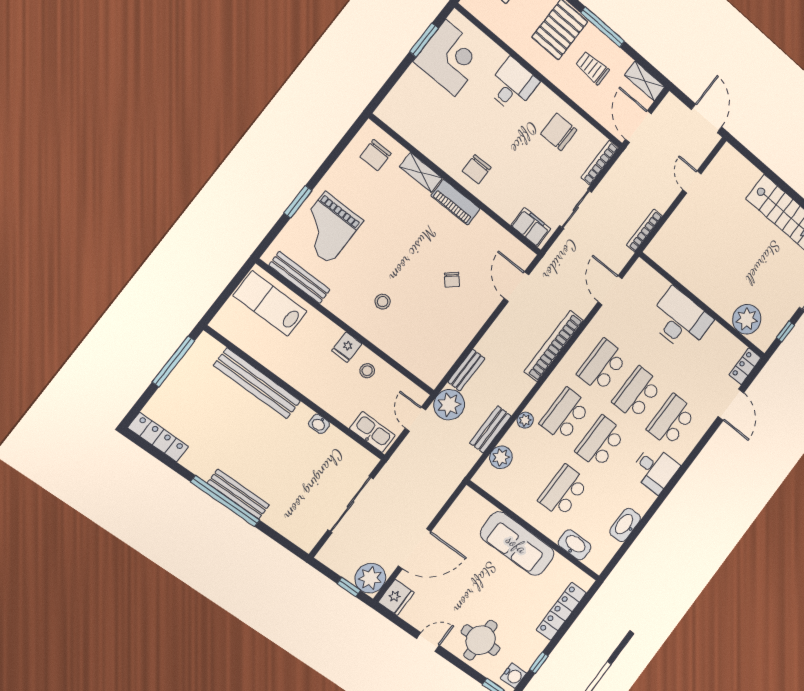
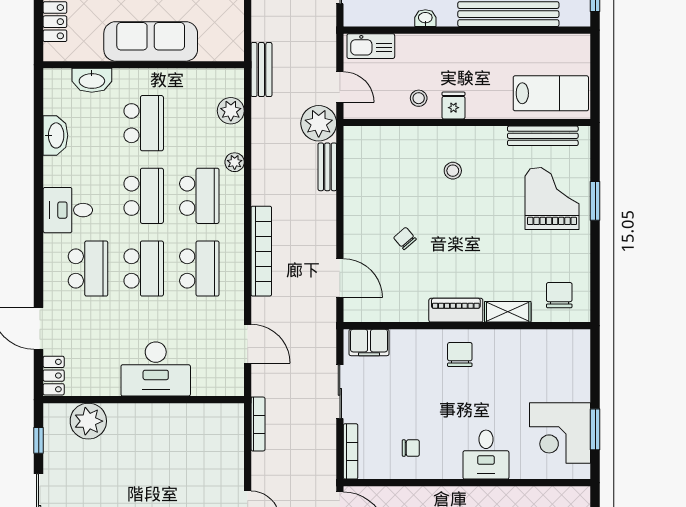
chair: (559, 132) -> (411, 448), width x0.54, depth x0.54
bench: (490, 429) -> (261, 70), moved

